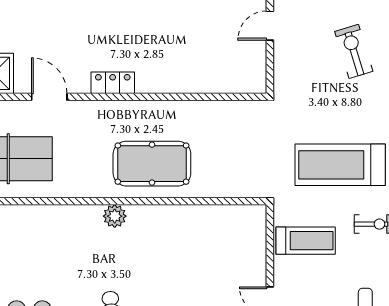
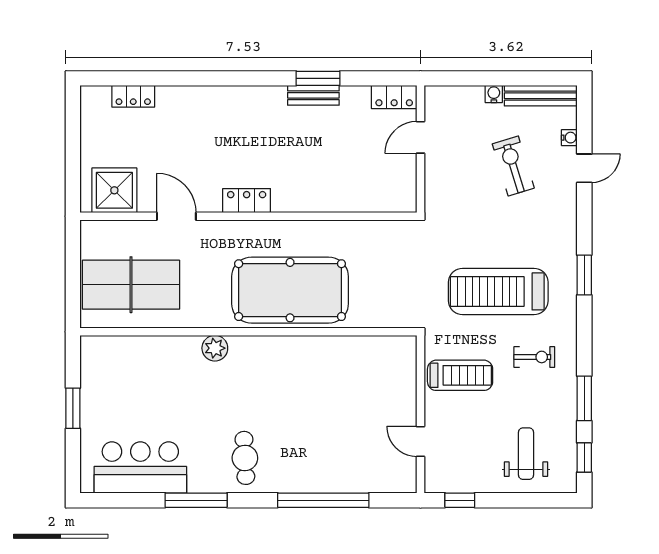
pool table: (152, 164) -> (290, 290), width x1.36, depth x1.32
plant: (115, 216) -> (215, 348), moved

